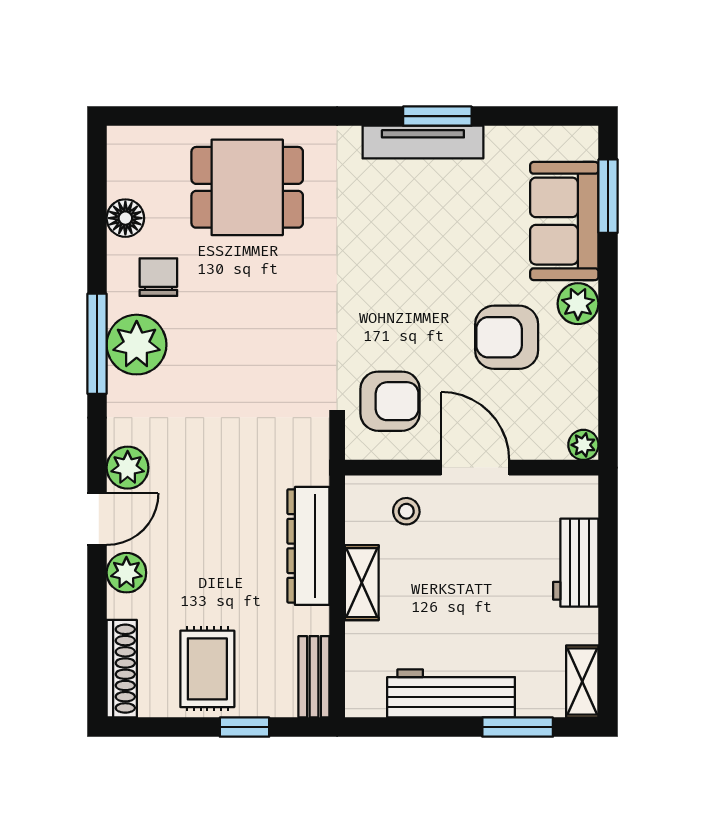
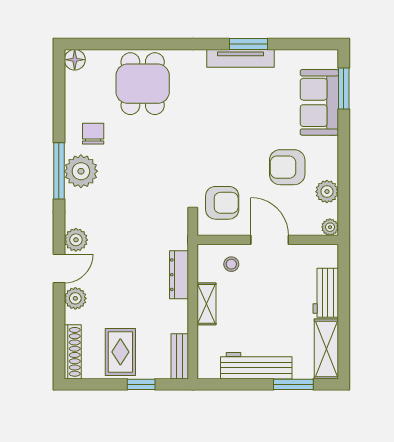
dining table: (247, 187) -> (143, 84), turned 90
floor lamp: (125, 218) -> (75, 60), moved
plant: (578, 304) -> (327, 192), moved
dresser: (308, 546) -> (179, 275), width x0.73, depth x0.80
shelving: (582, 682) -> (326, 349), width x1.50, depth x1.33

